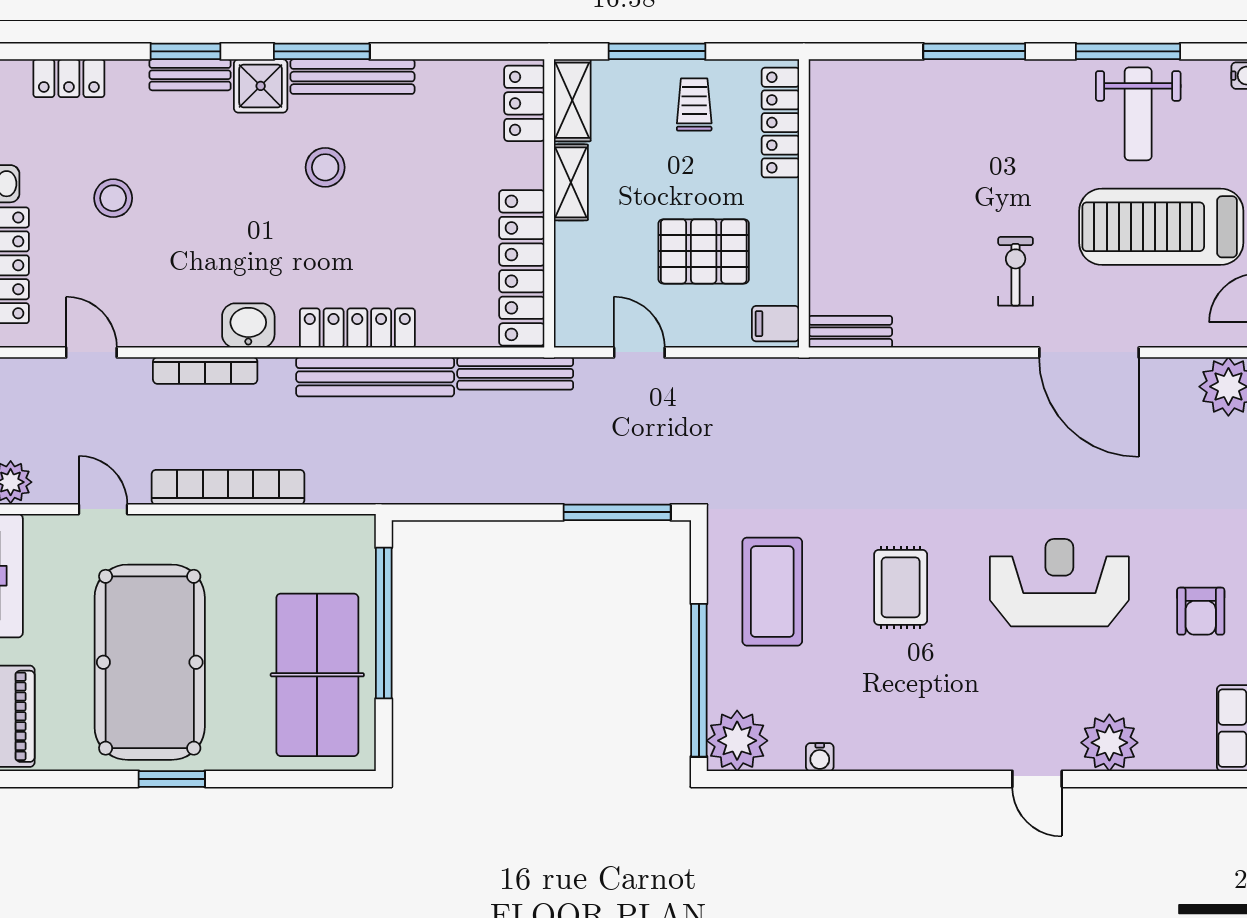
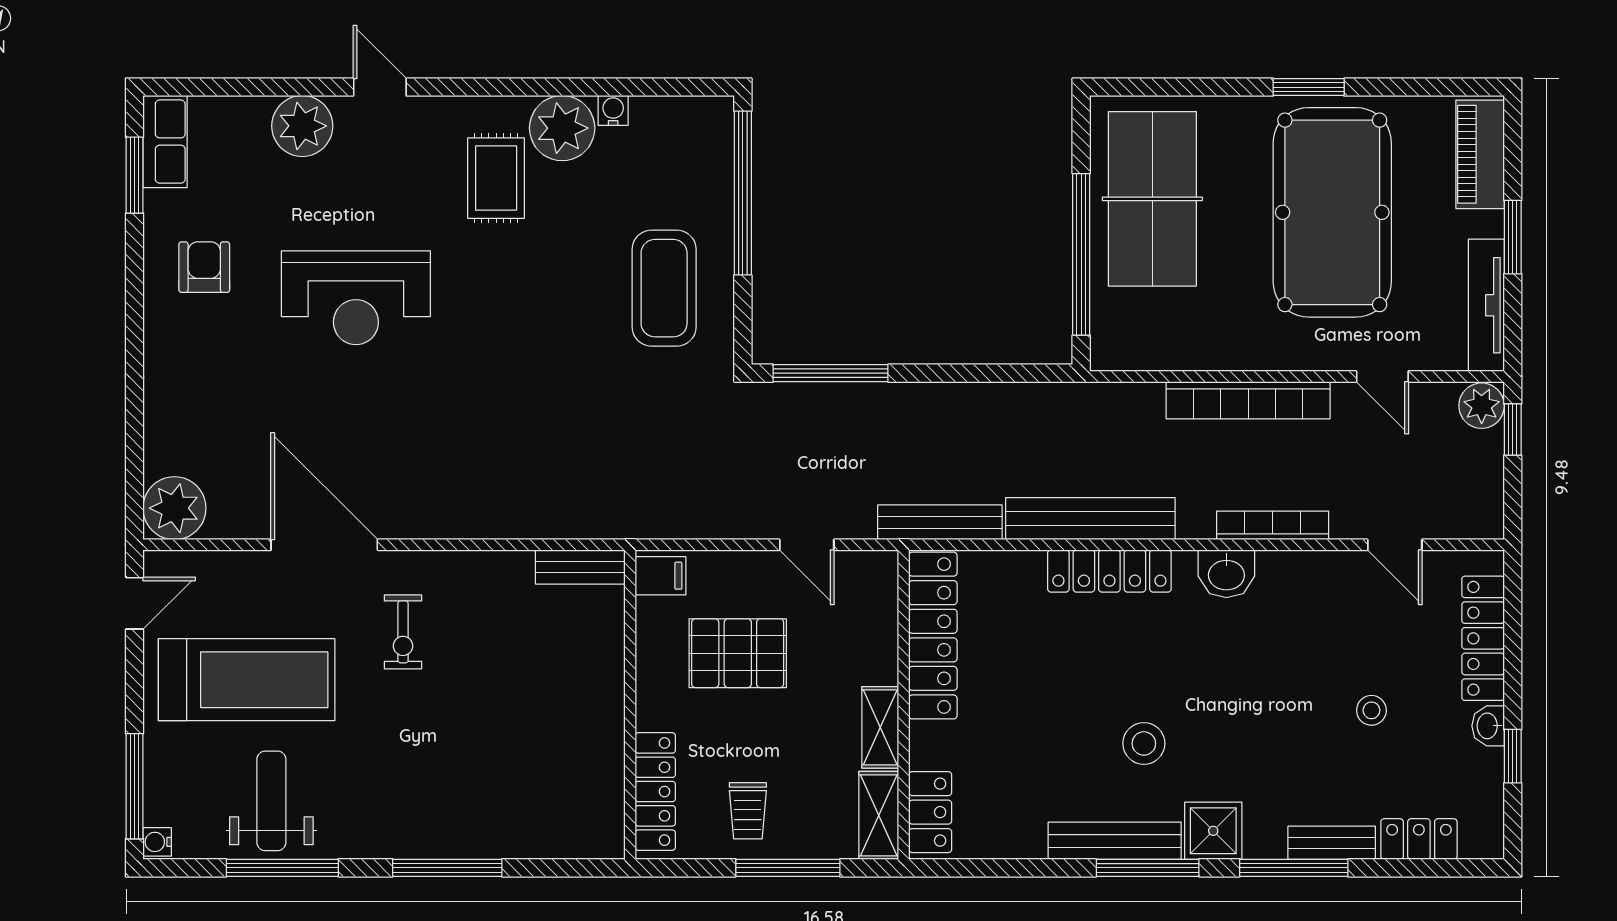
window: (186, 51) -> (1294, 868), width x1.44
bench: (190, 75) -> (1332, 843), moved
stool: (113, 198) -> (1371, 710), width x0.73, depth x0.73
rug: (901, 587) -> (496, 178), moved
plant: (737, 741) -> (562, 128), moved

